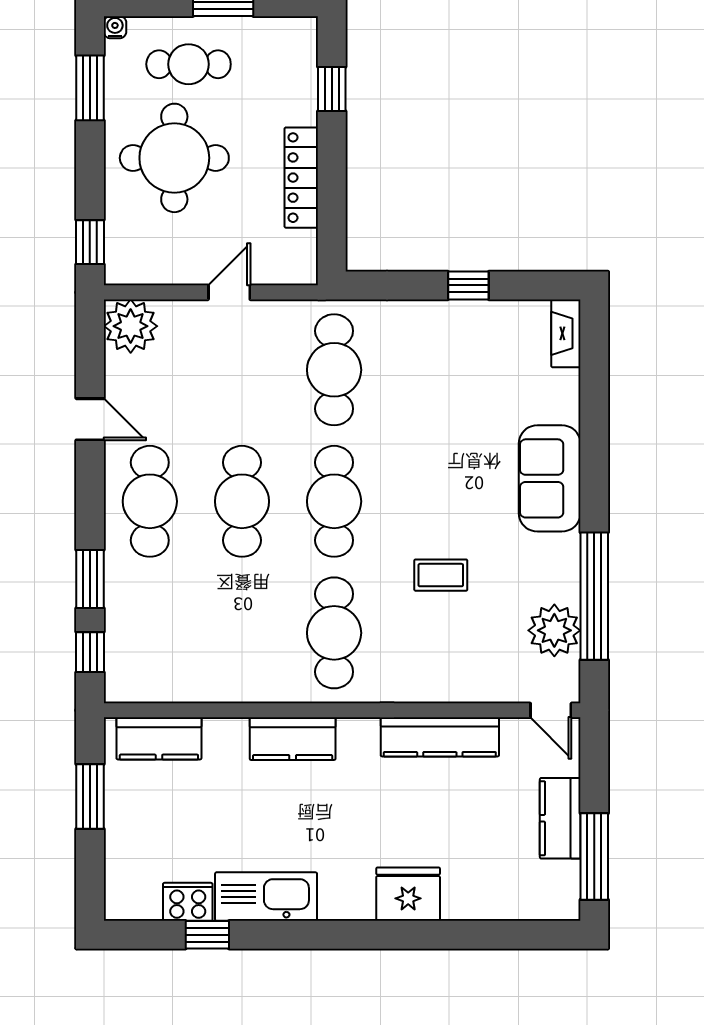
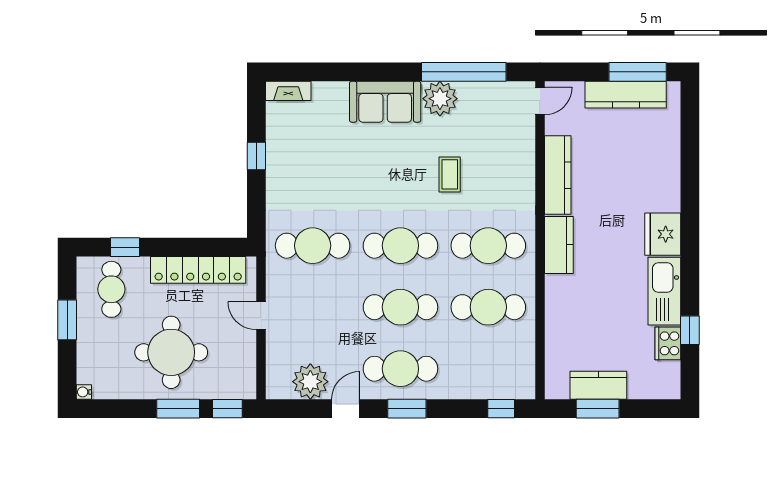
cafe table: (189, 64) -> (111, 289), moved
window: (90, 88) -> (178, 409), moved
locker: (301, 178) -> (198, 270), width x1.41, depth x1.21
plant: (131, 326) -> (310, 382), moved
window: (90, 579) -> (407, 409), moved
plant: (554, 630) -> (440, 99), moved
cafe table: (242, 633) -> (488, 307), added
kitchen counter: (159, 738) -> (598, 385), moved, turned -90
kitchen counter: (293, 739) -> (559, 245), moved
kitchen counter: (560, 818) -> (626, 95), width x1.50
fridge: (408, 894) -> (663, 234), moved

